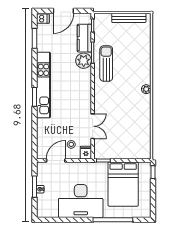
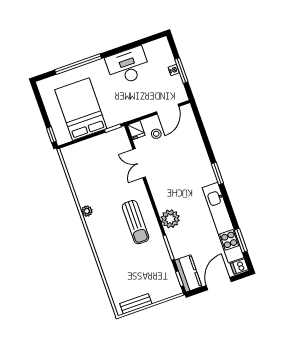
bench: (129, 18) -> (136, 304), width x0.73
kitchen counter: (84, 38) -> (188, 273), moved
plant: (84, 61) -> (170, 219), moved
sun lounger: (106, 64) -> (136, 222), moved
kitchen unit: (43, 85) -> (223, 223), moved
plant: (146, 89) -> (87, 211), moved
desk: (81, 201) -> (128, 66), width x0.73, depth x0.77

